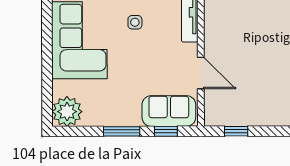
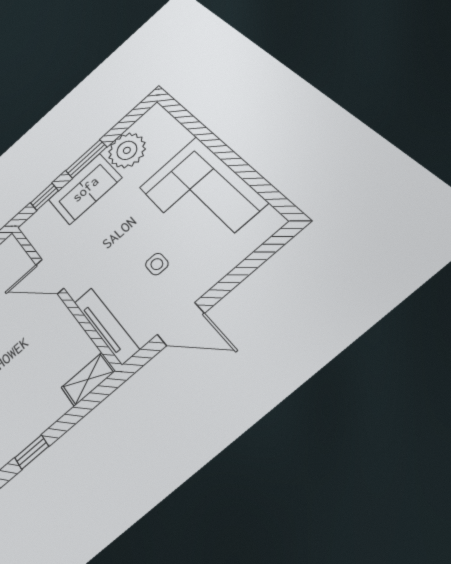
sofa: (169, 111) -> (85, 189), moved
plant: (67, 112) -> (127, 150), moved

